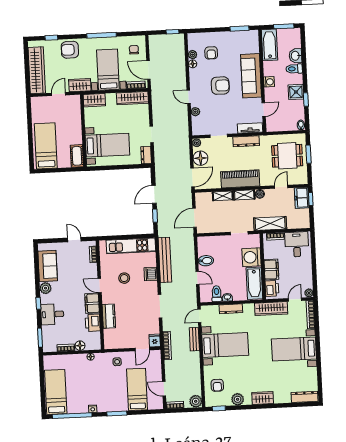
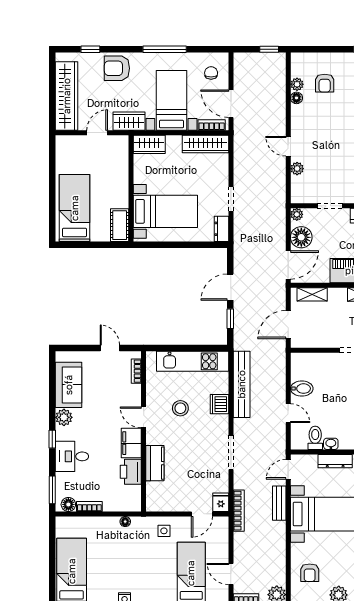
armchair: (220, 86) -> (336, 132), removed
shelving: (223, 196) -> (312, 294), moved
floor lamp: (80, 346) -> (68, 504), moved

